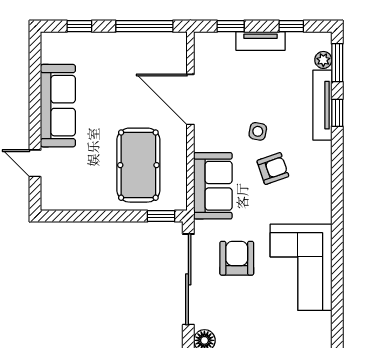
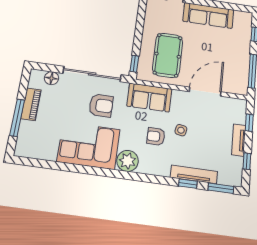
plant: (323, 60) -> (128, 161), moved, width x1.88, depth x1.88
pool table: (138, 165) -> (168, 55), turned 90
armchair: (273, 169) -> (156, 136), turned 109

